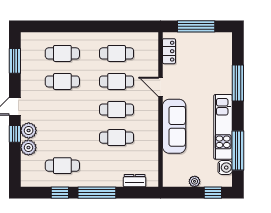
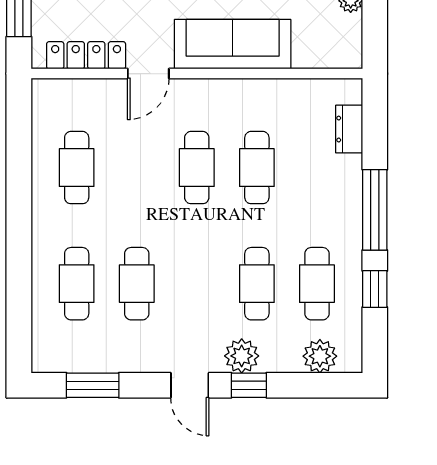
locker: (169, 51) -> (86, 55), width x1.53
cafe table: (117, 81) -> (257, 284), moved
plant: (28, 148) -> (320, 356), moved

